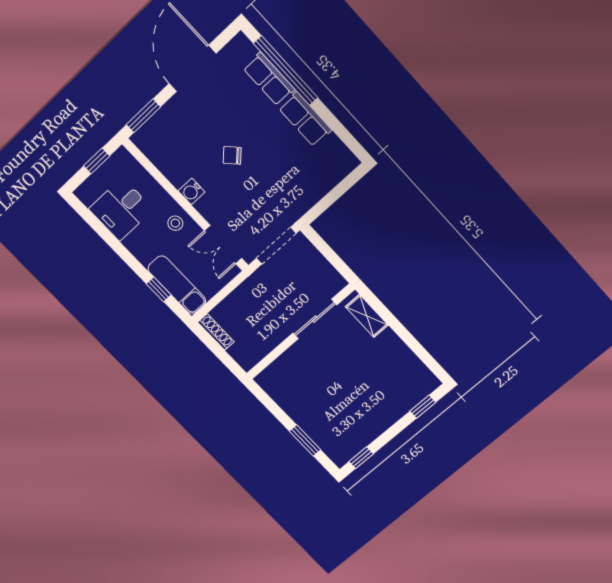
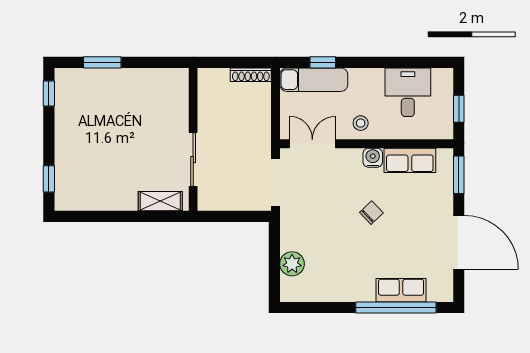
row of seats: (305, 119) -> (410, 160), moved, turned 180
plant: (325, 180) -> (292, 264), added

